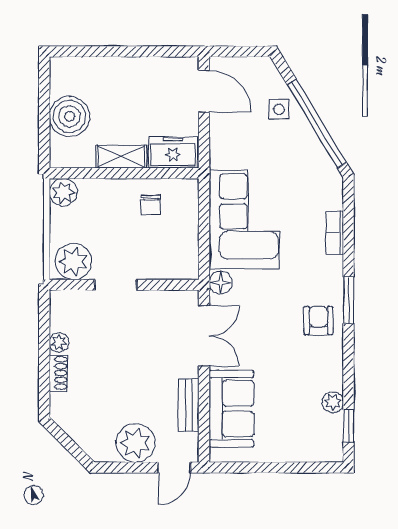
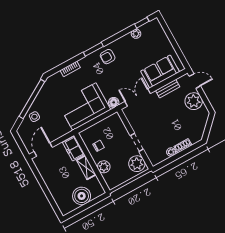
plant: (63, 192) -> (104, 167), moved

